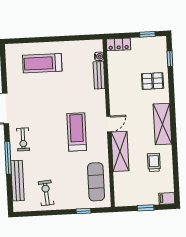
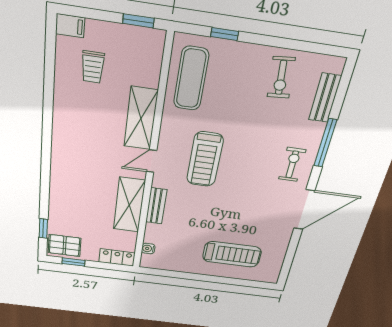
bench: (99, 75) -> (156, 206), moved
pallet: (153, 81) -> (64, 245), moved
shelving: (162, 124) -> (129, 205), moved
trolley: (154, 162) -> (93, 67), moved
bench: (17, 181) -> (325, 98), width x0.73
window: (146, 208) -> (138, 21), moved

